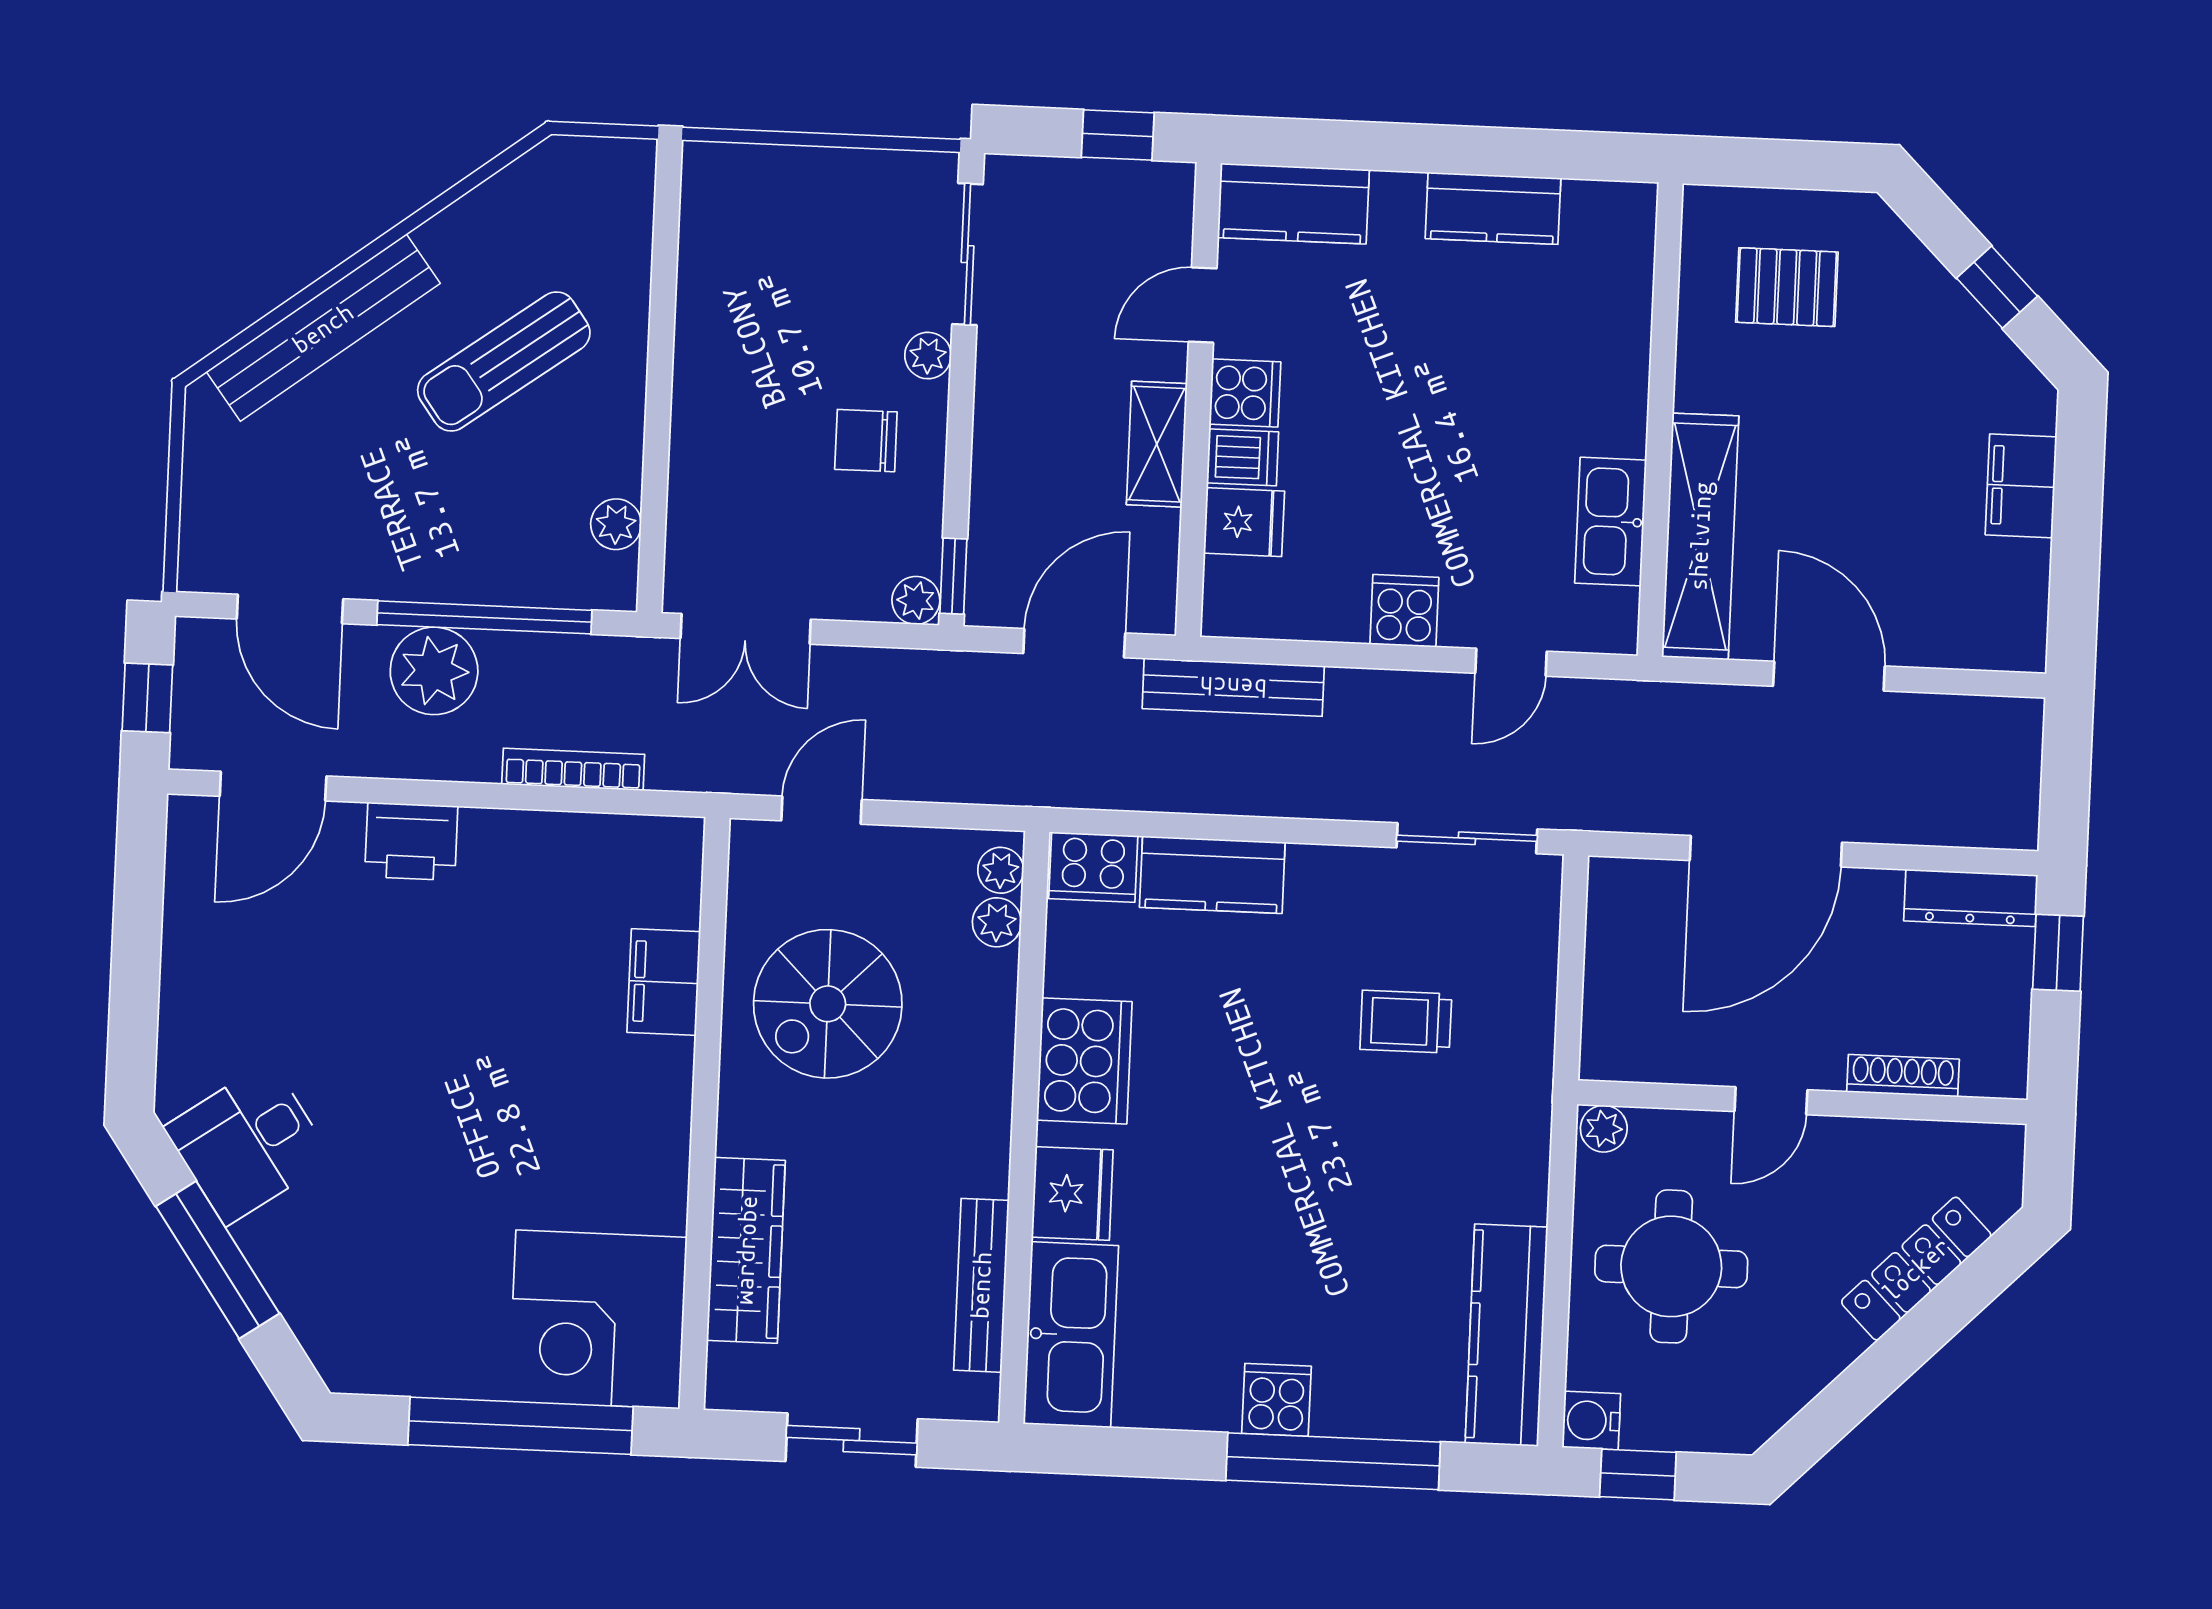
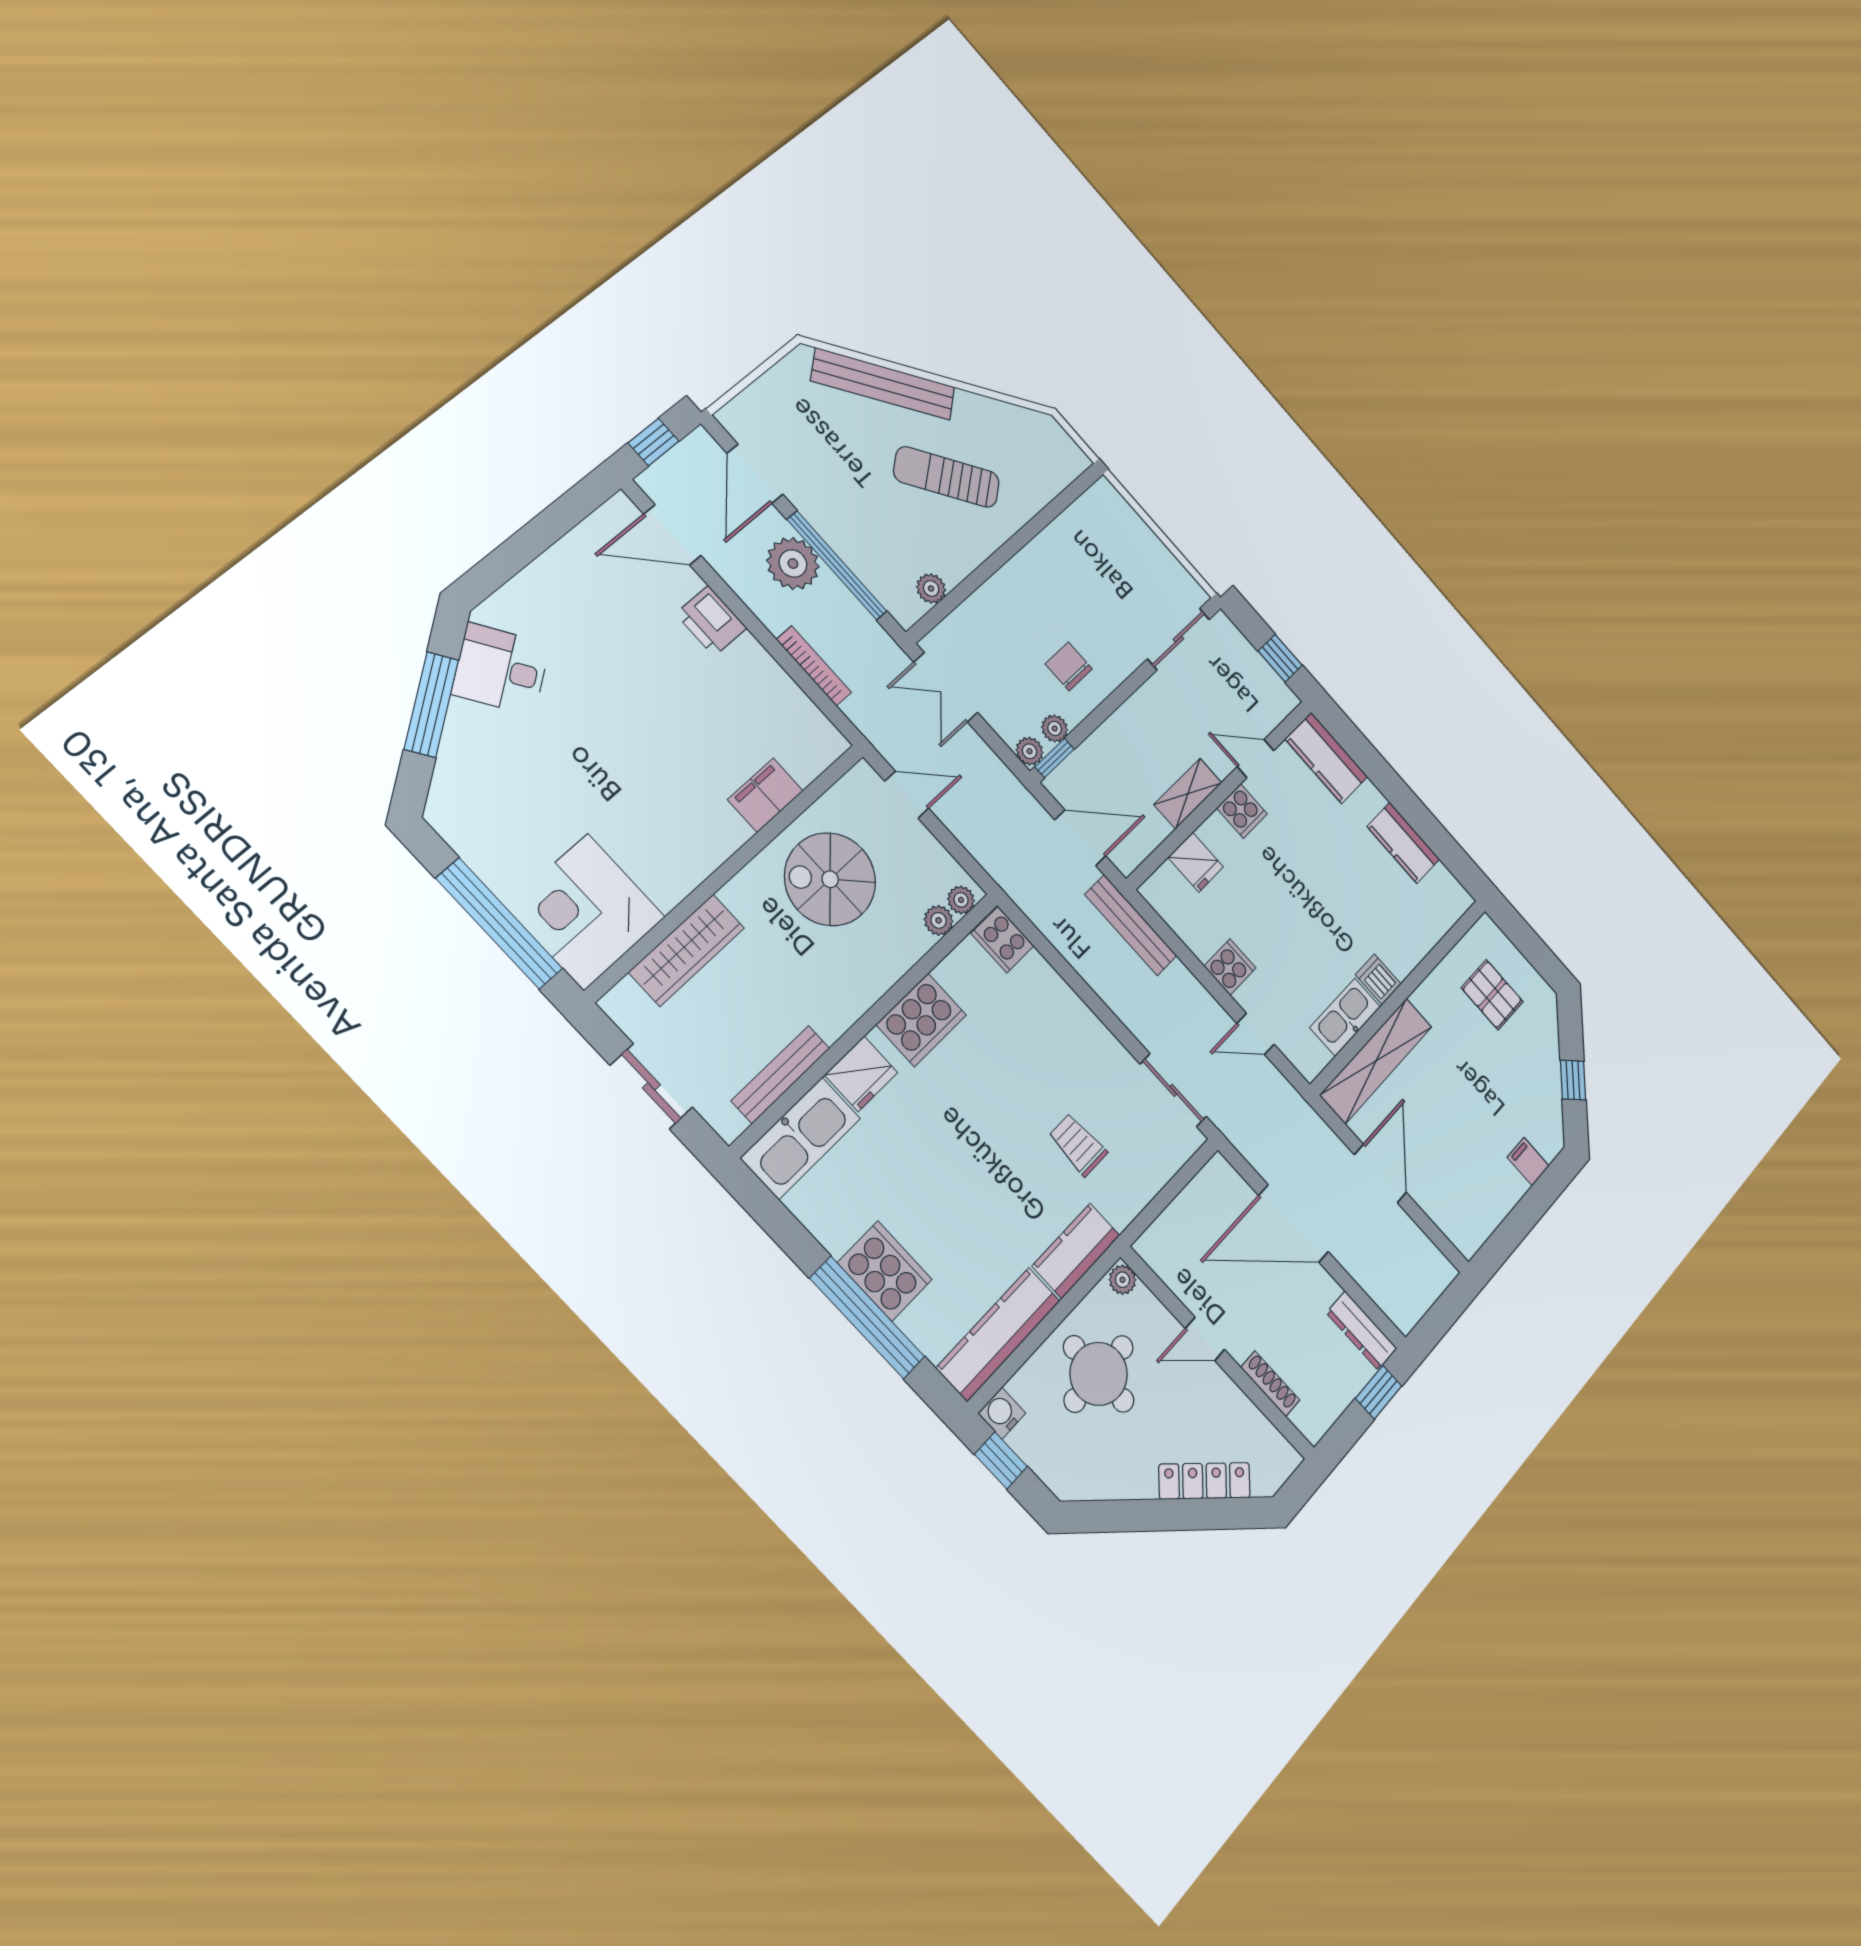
plant: (928, 356) -> (1055, 728), moved
dishwasher: (1243, 457) -> (1378, 979), moved, turned 180
filing cabinet: (2021, 486) -> (1528, 1162), width x0.50
kitchen counter: (1212, 875) -> (1076, 1251), moved, turned 90
cooker: (1276, 1400) -> (885, 1271), width x1.87, depth x1.31

